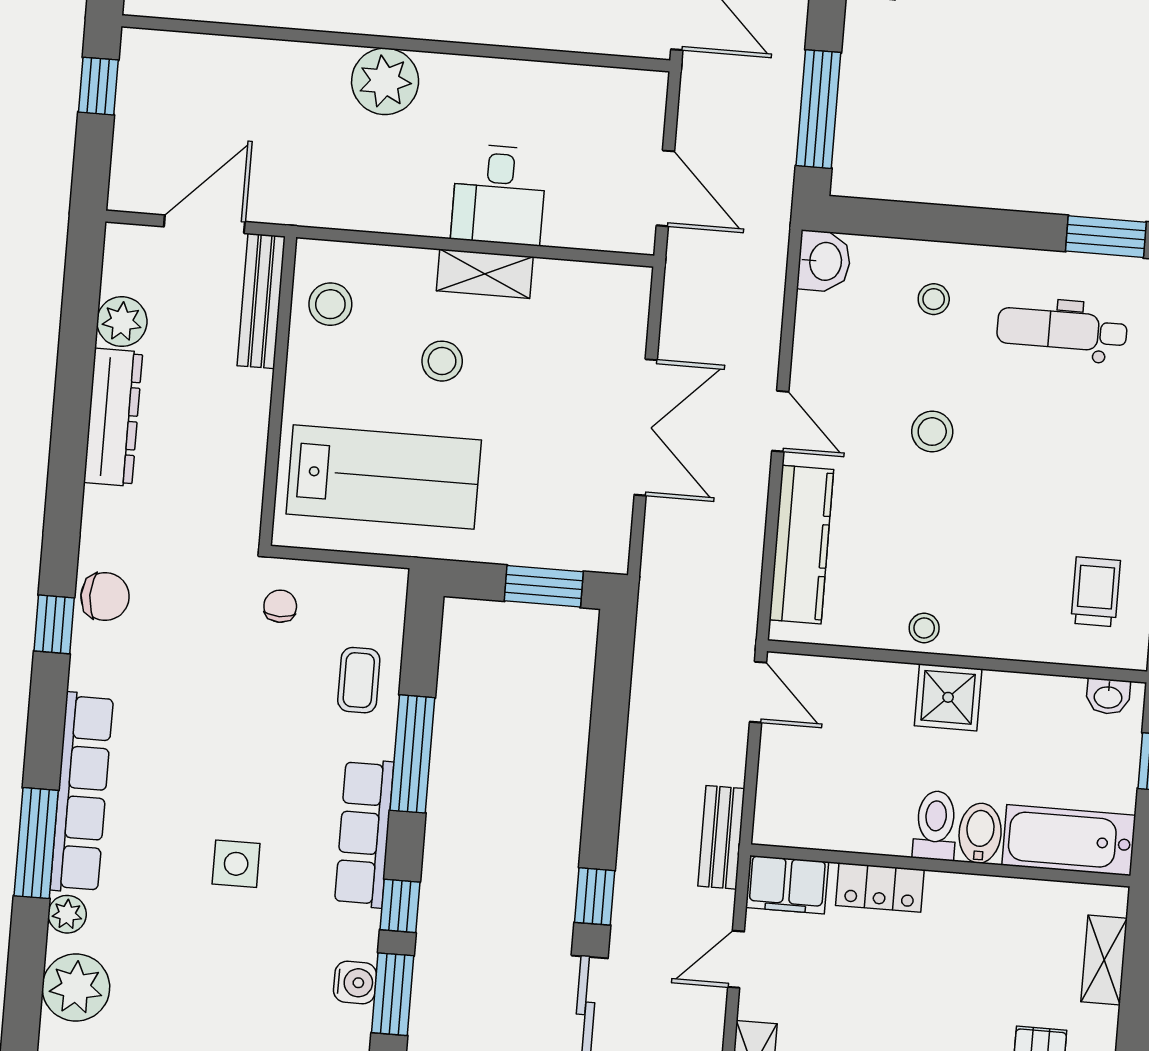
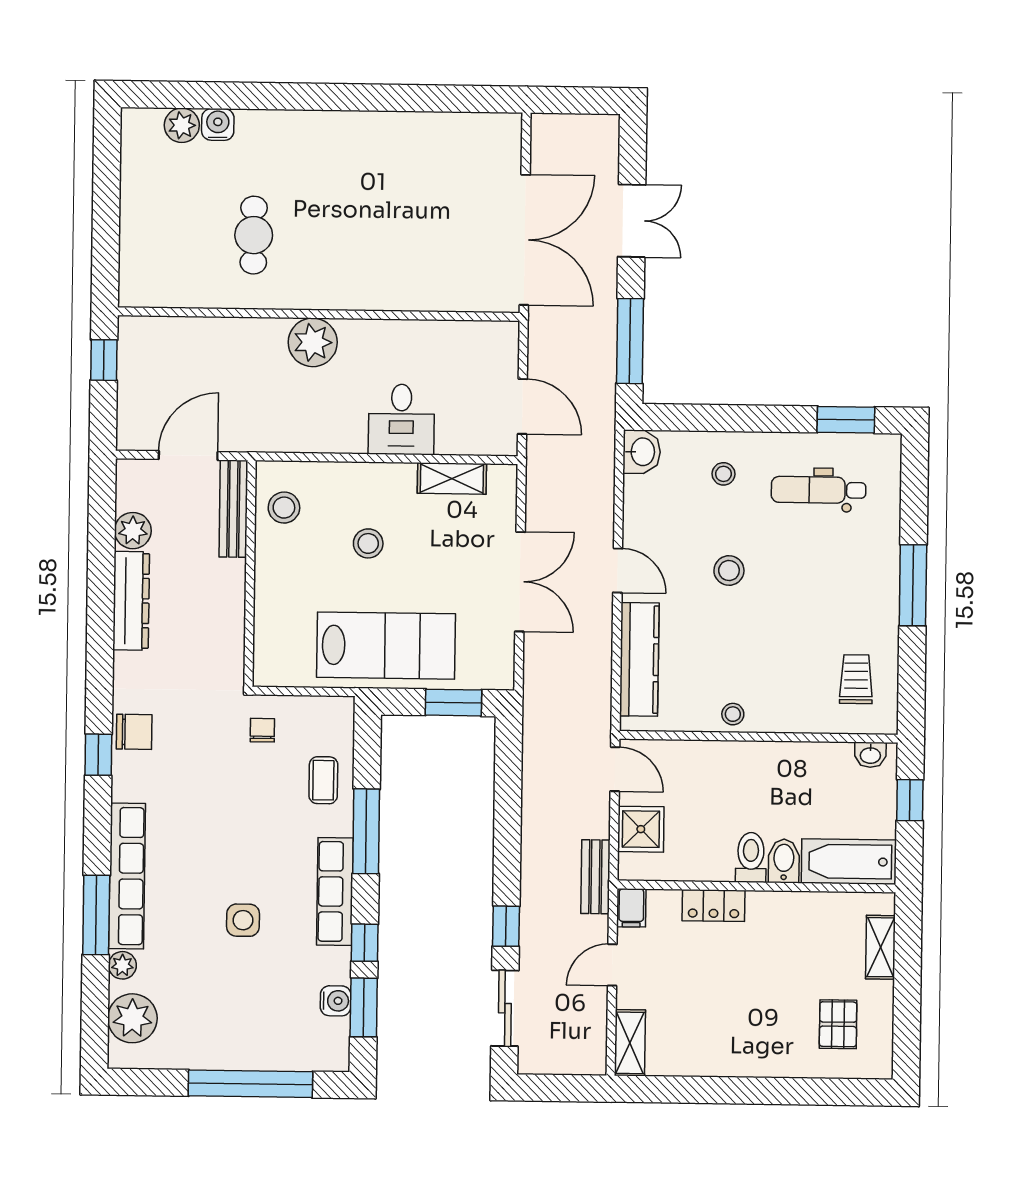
shelving: (485, 274) -> (452, 479), moved
lab bench: (384, 477) -> (386, 646), moved
shower: (948, 697) -> (641, 829), moved
filing cabinet: (787, 885) -> (631, 908), width x0.50

